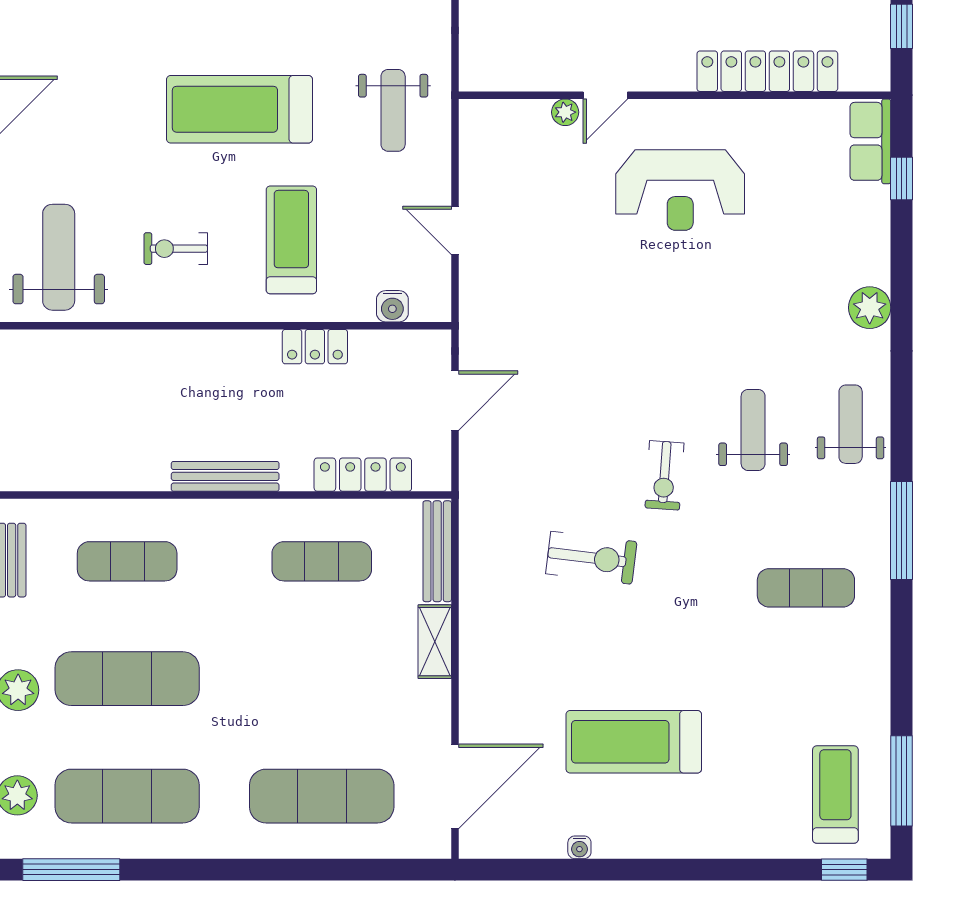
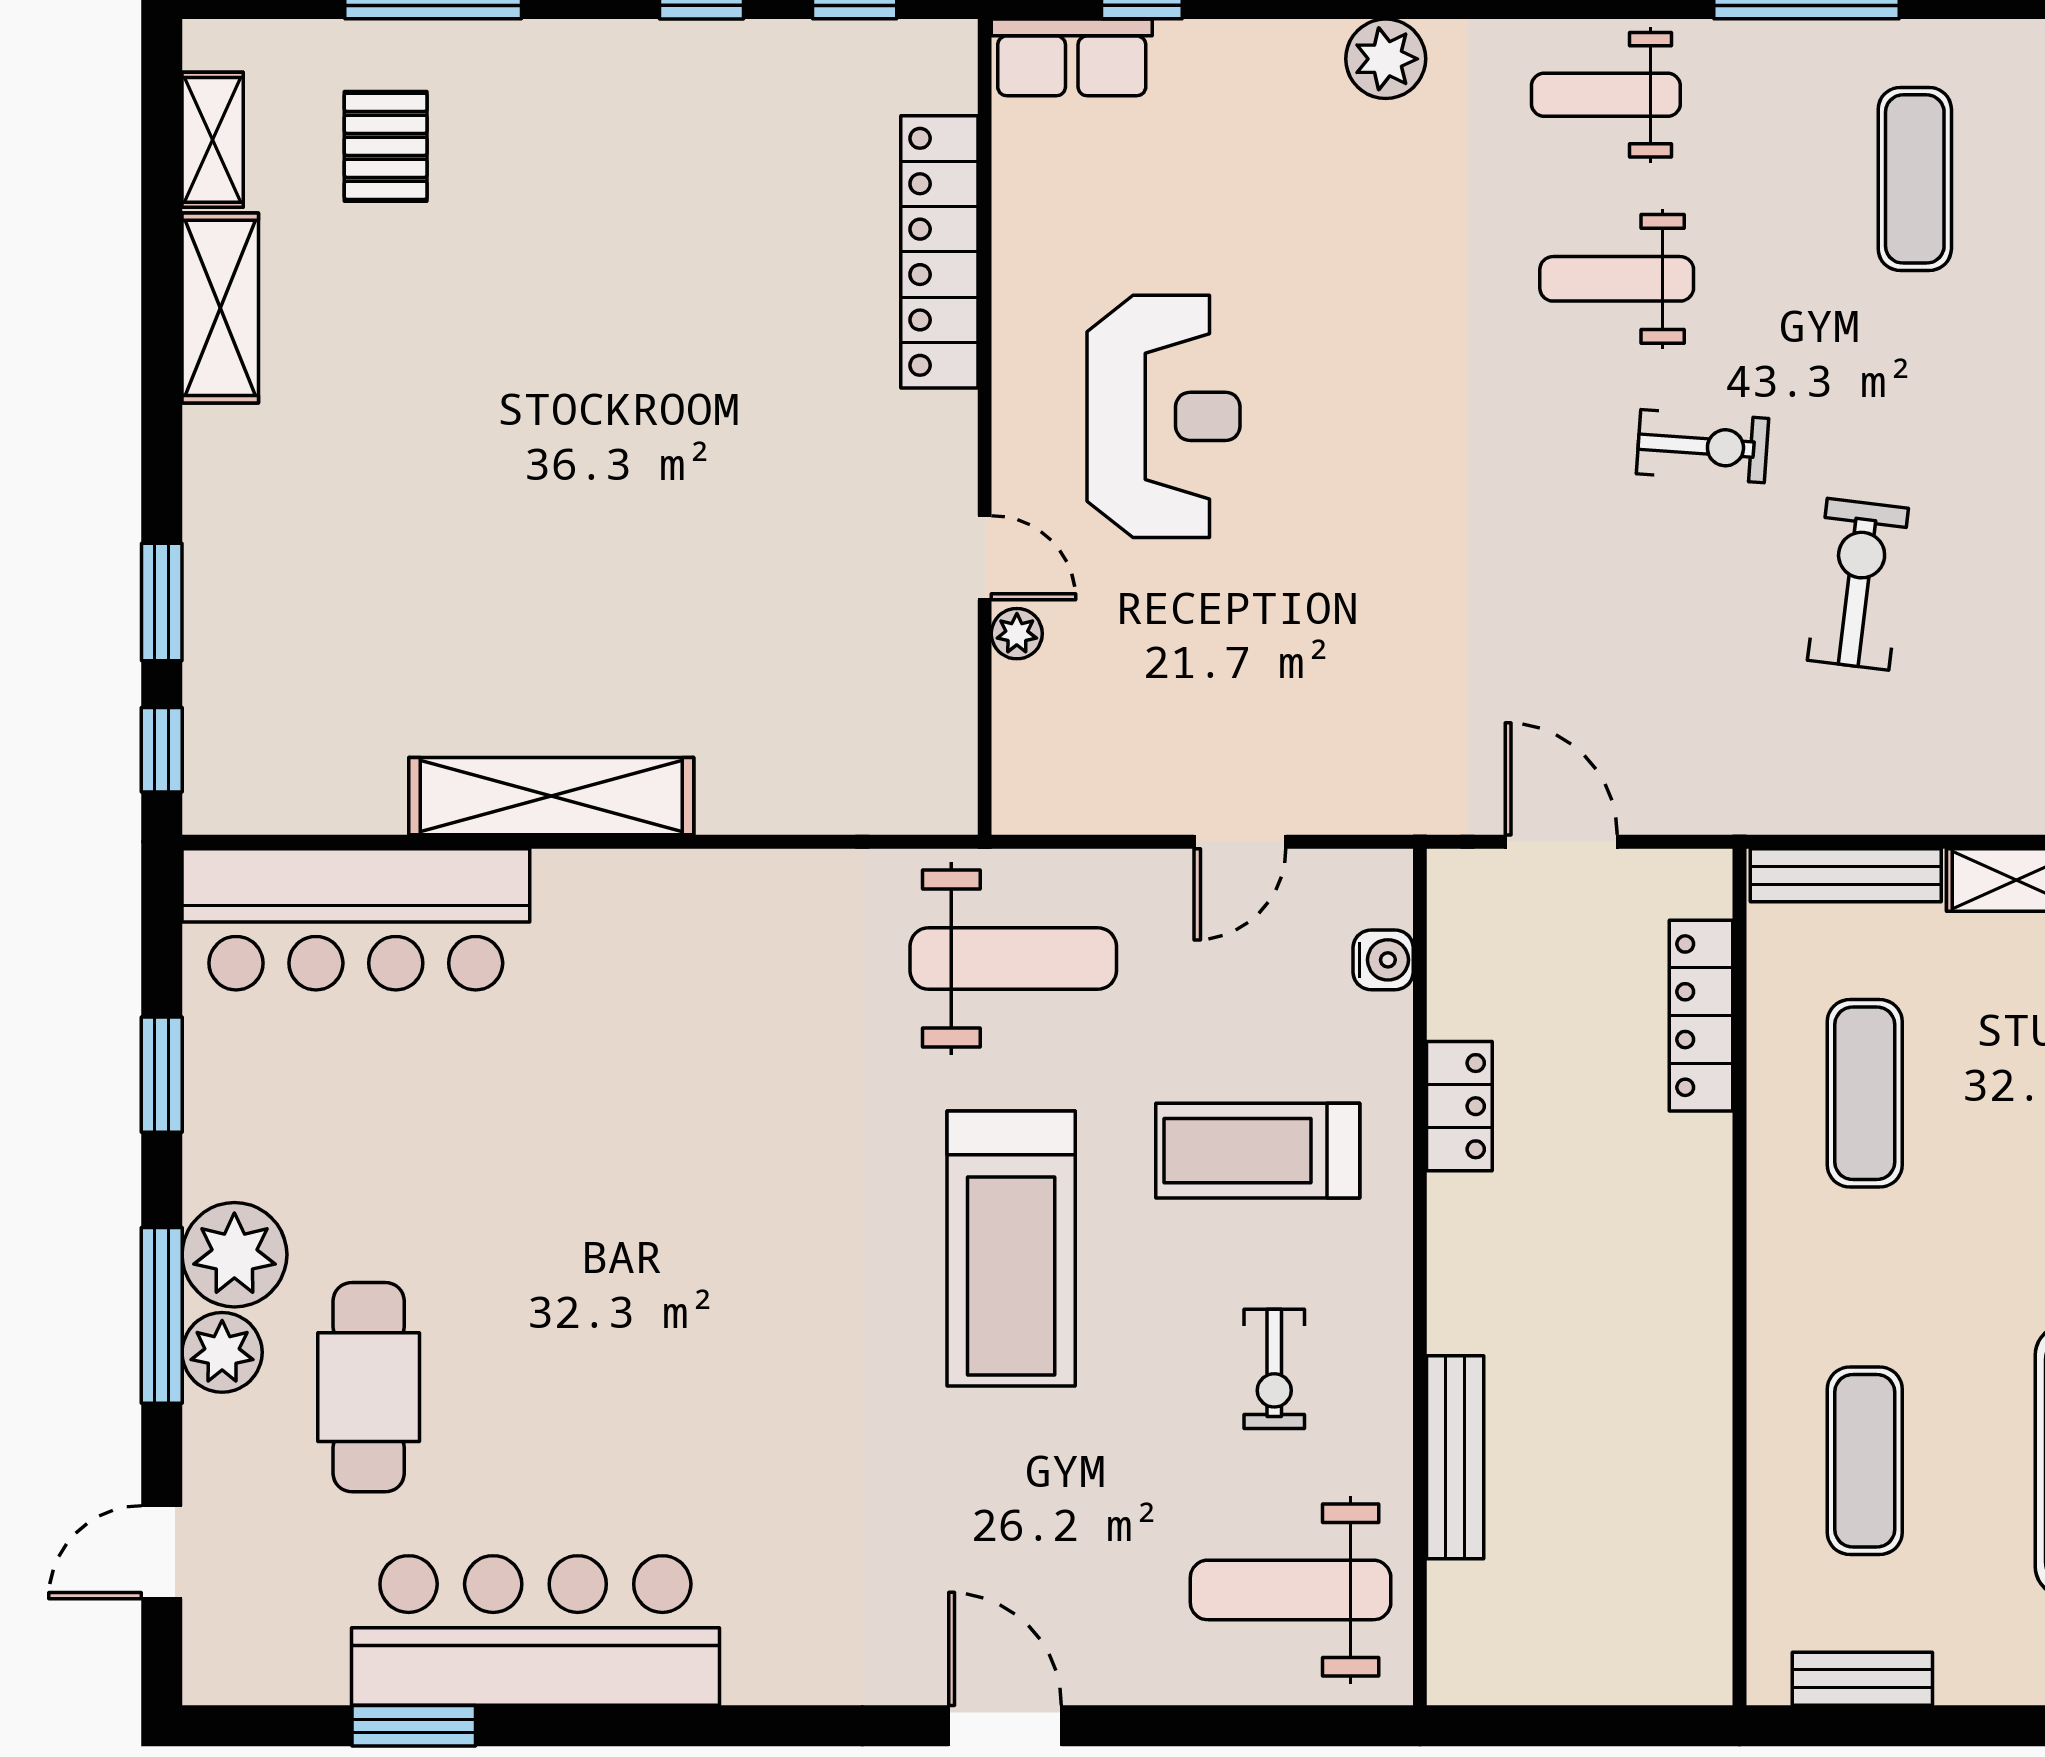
weight bench: (393, 110) -> (1013, 959), width x1.36, depth x1.33
bench: (225, 476) -> (1455, 1457), moved

